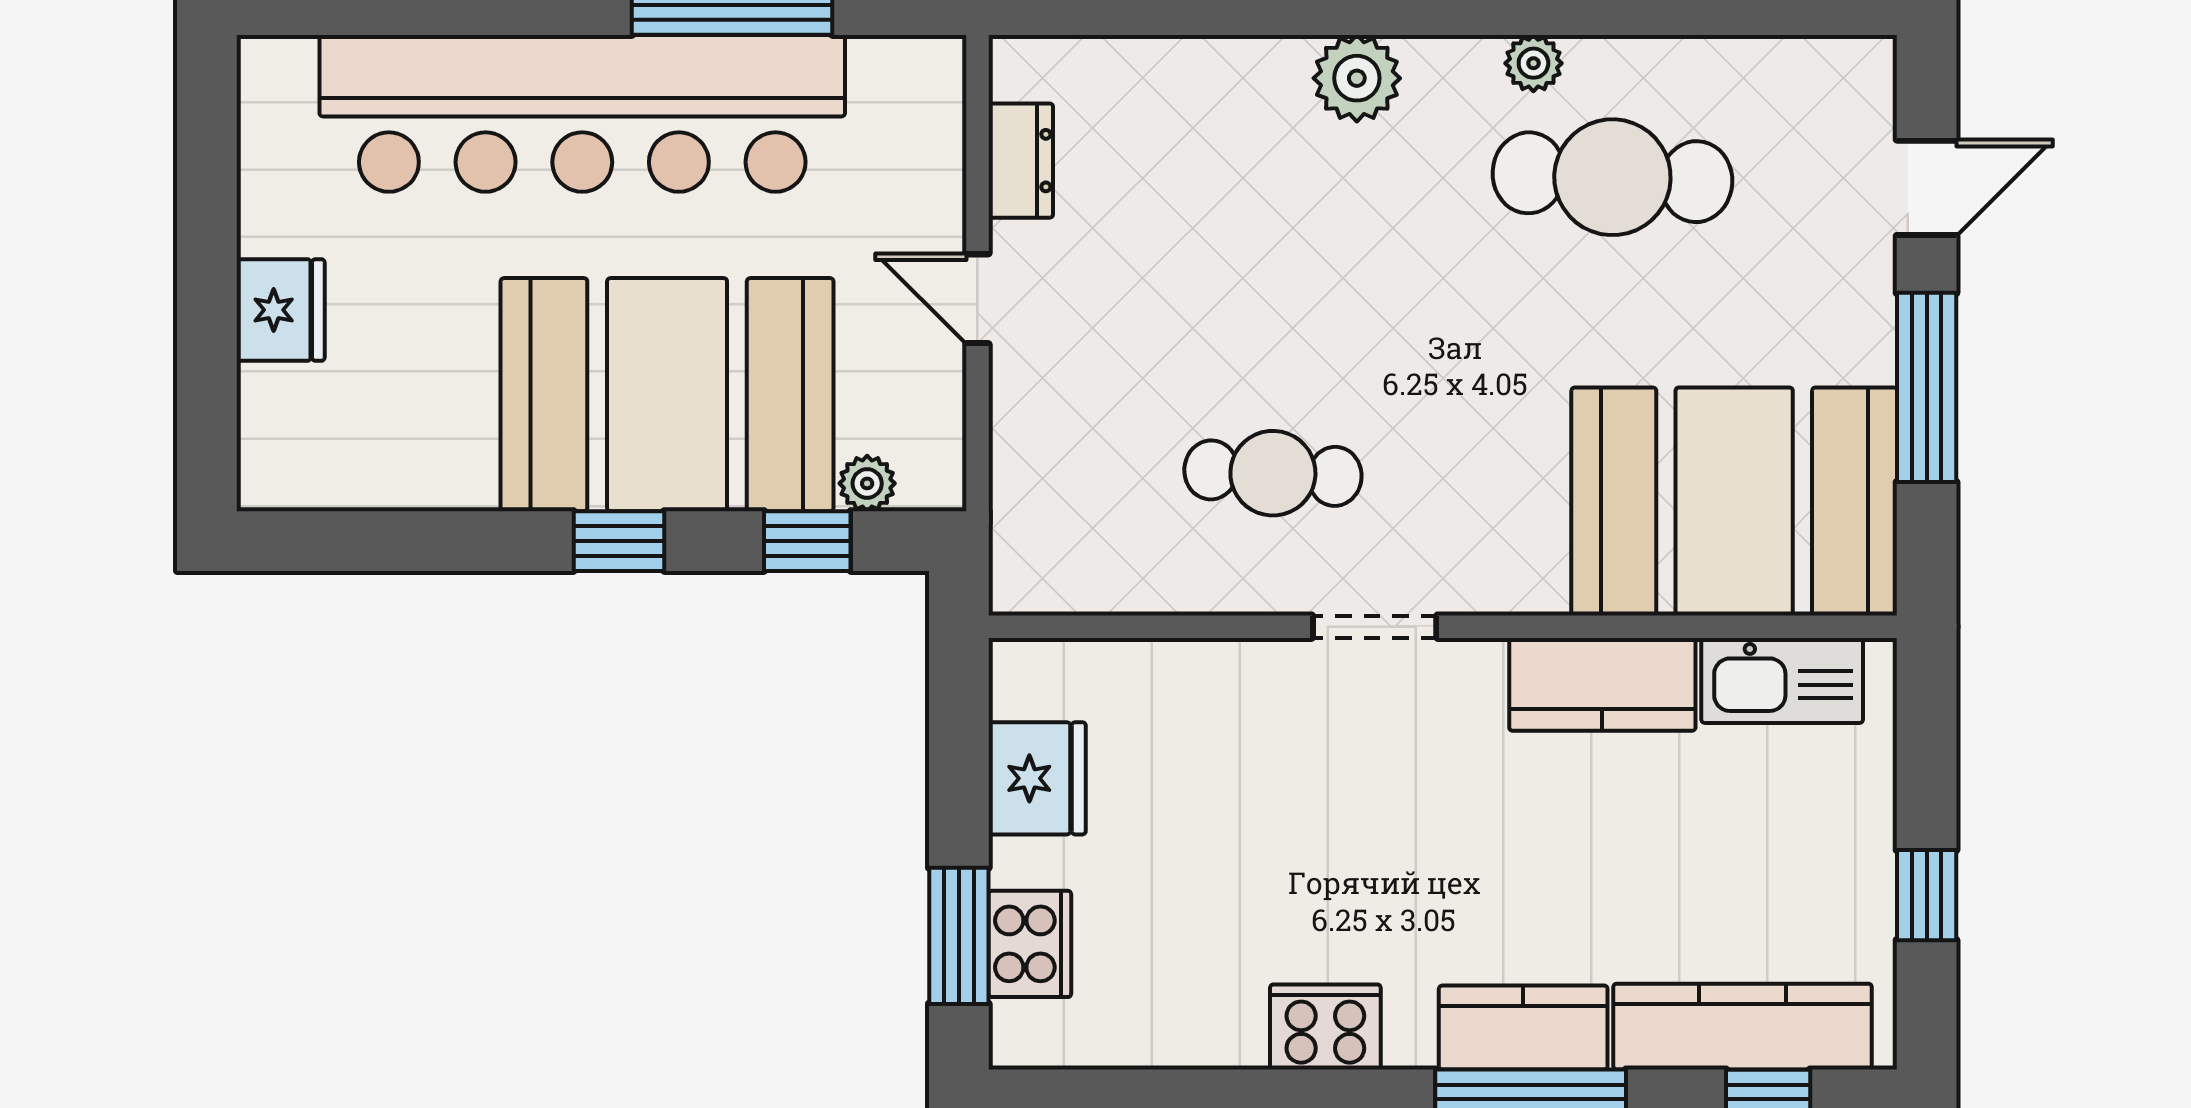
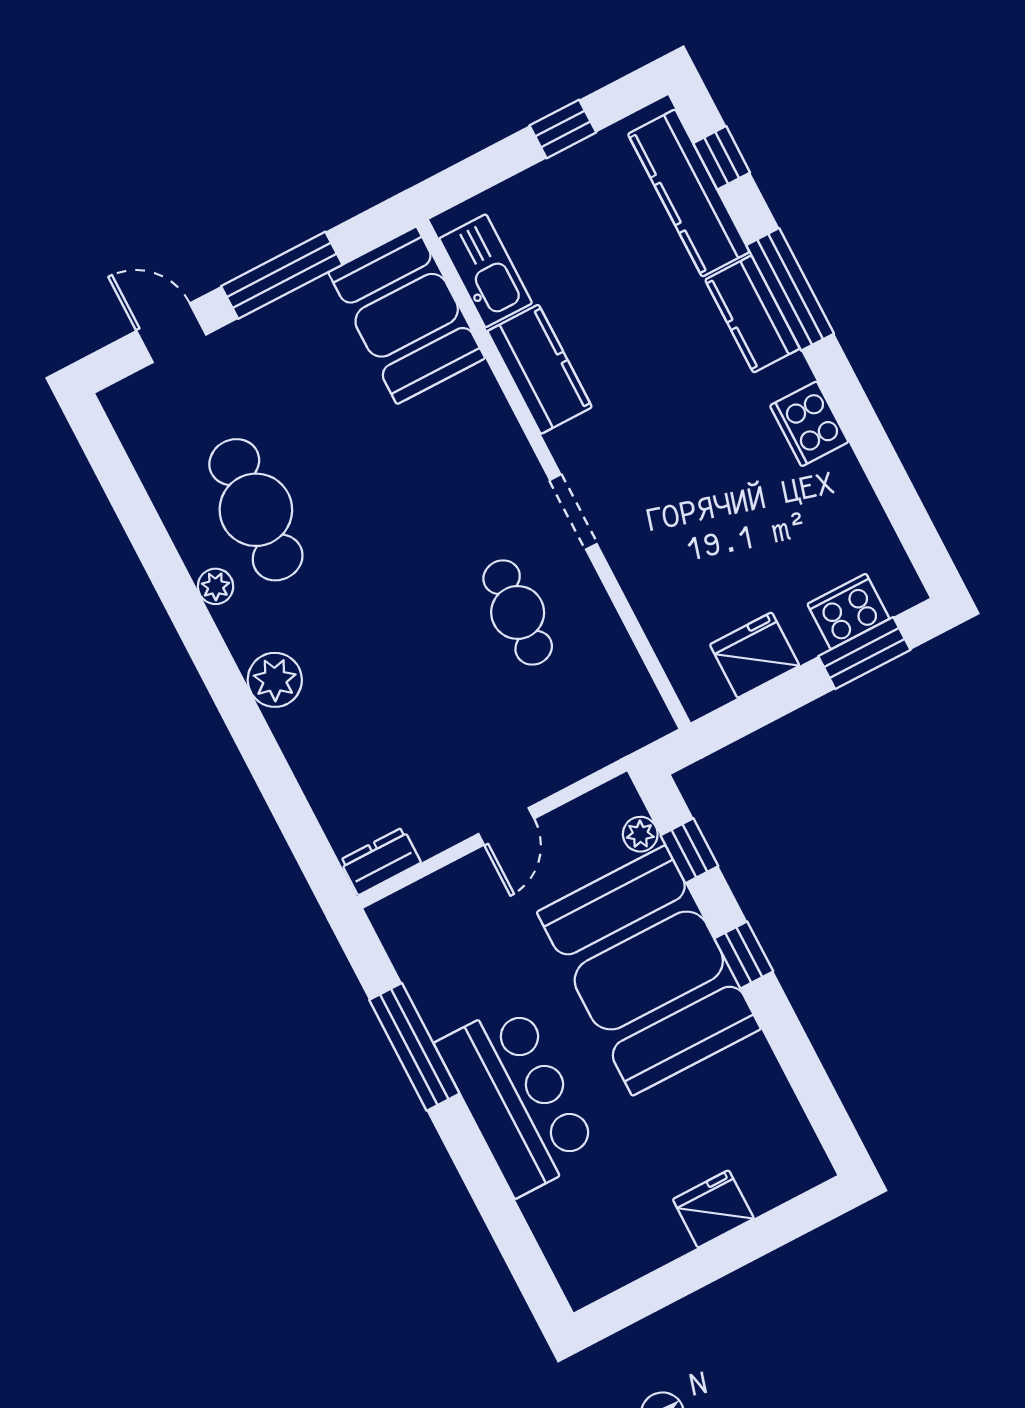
bar counter: (582, 113) -> (517, 1099), width x0.54
dresser: (1021, 161) -> (380, 861), moved
booth: (1734, 501) -> (407, 315), width x0.73, depth x0.70

